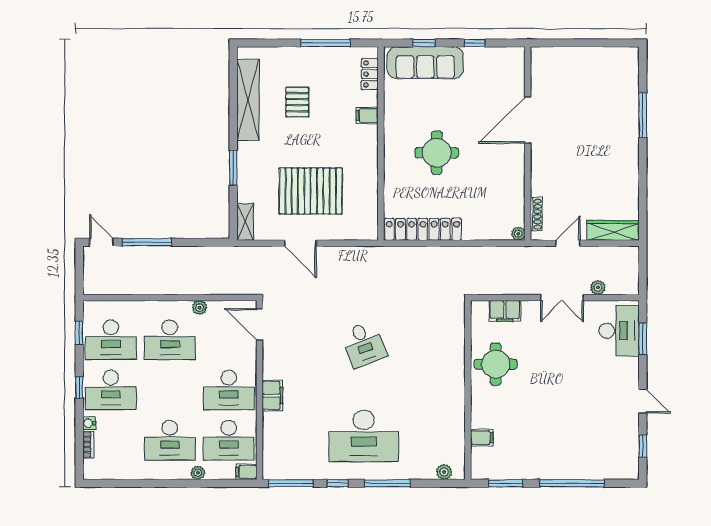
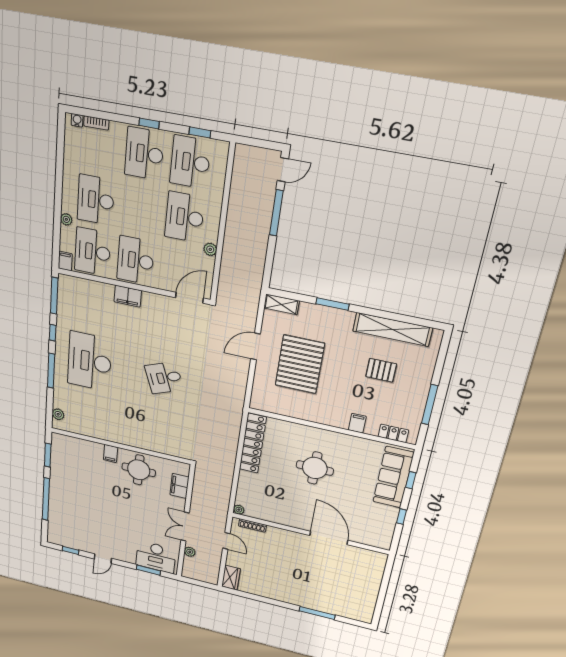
wardrobe: (613, 230) -> (231, 578), width x0.67
water cooler: (89, 423) -> (77, 120), moved
filing cabinet: (482, 438) -> (111, 453), moved

